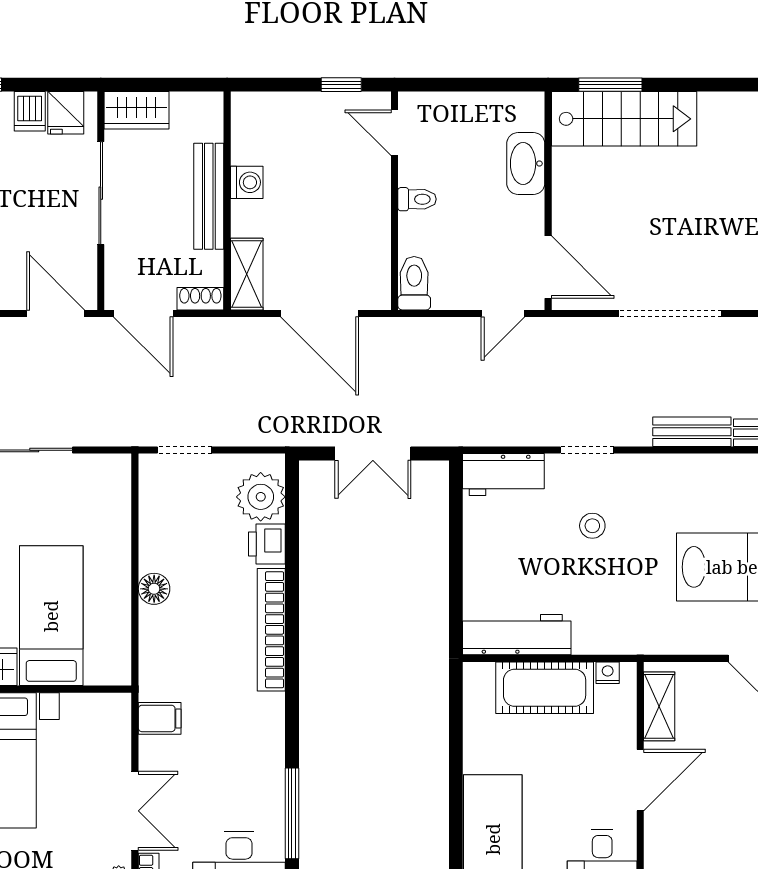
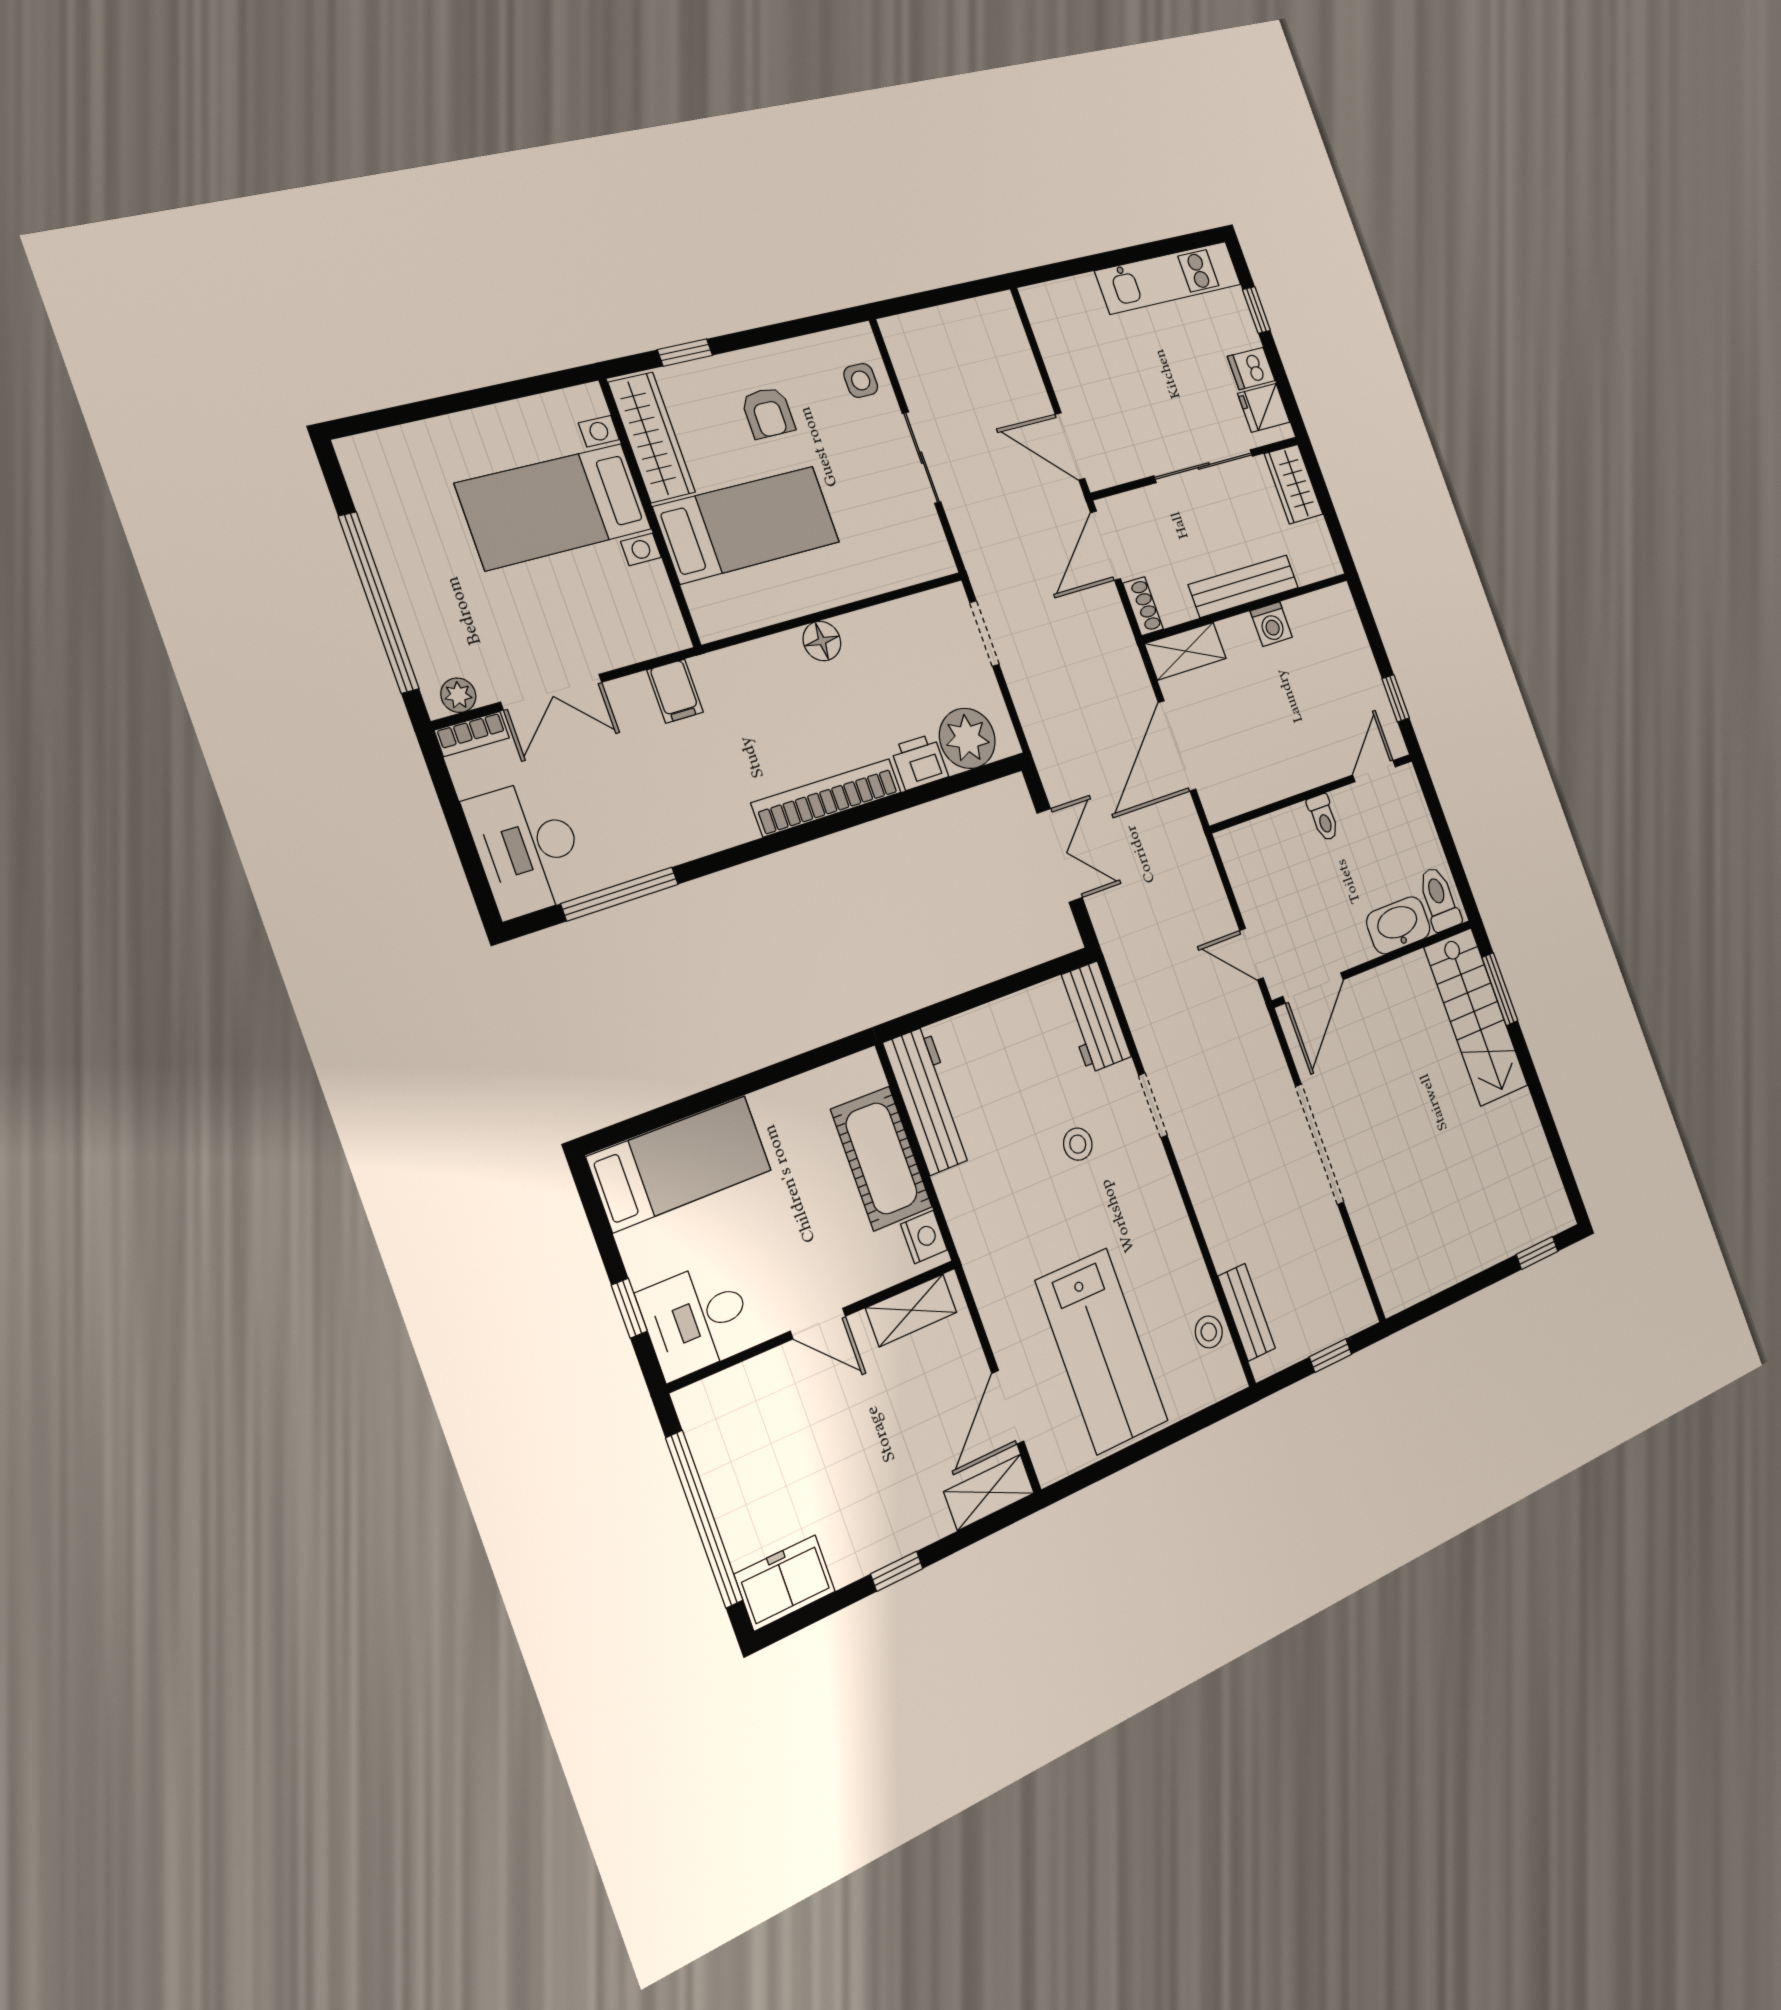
toilet: (414, 283) -> (1439, 899), moved, turned -90
door: (56, 313) -> (1070, 446), swing flipped
bench: (692, 432) -> (1215, 1220), removed
double door: (373, 453) -> (1060, 855), swing flipped
nightstand: (608, 673) -> (924, 1237), width x1.39, depth x1.35
door: (640, 780) -> (818, 1324), width x0.73

